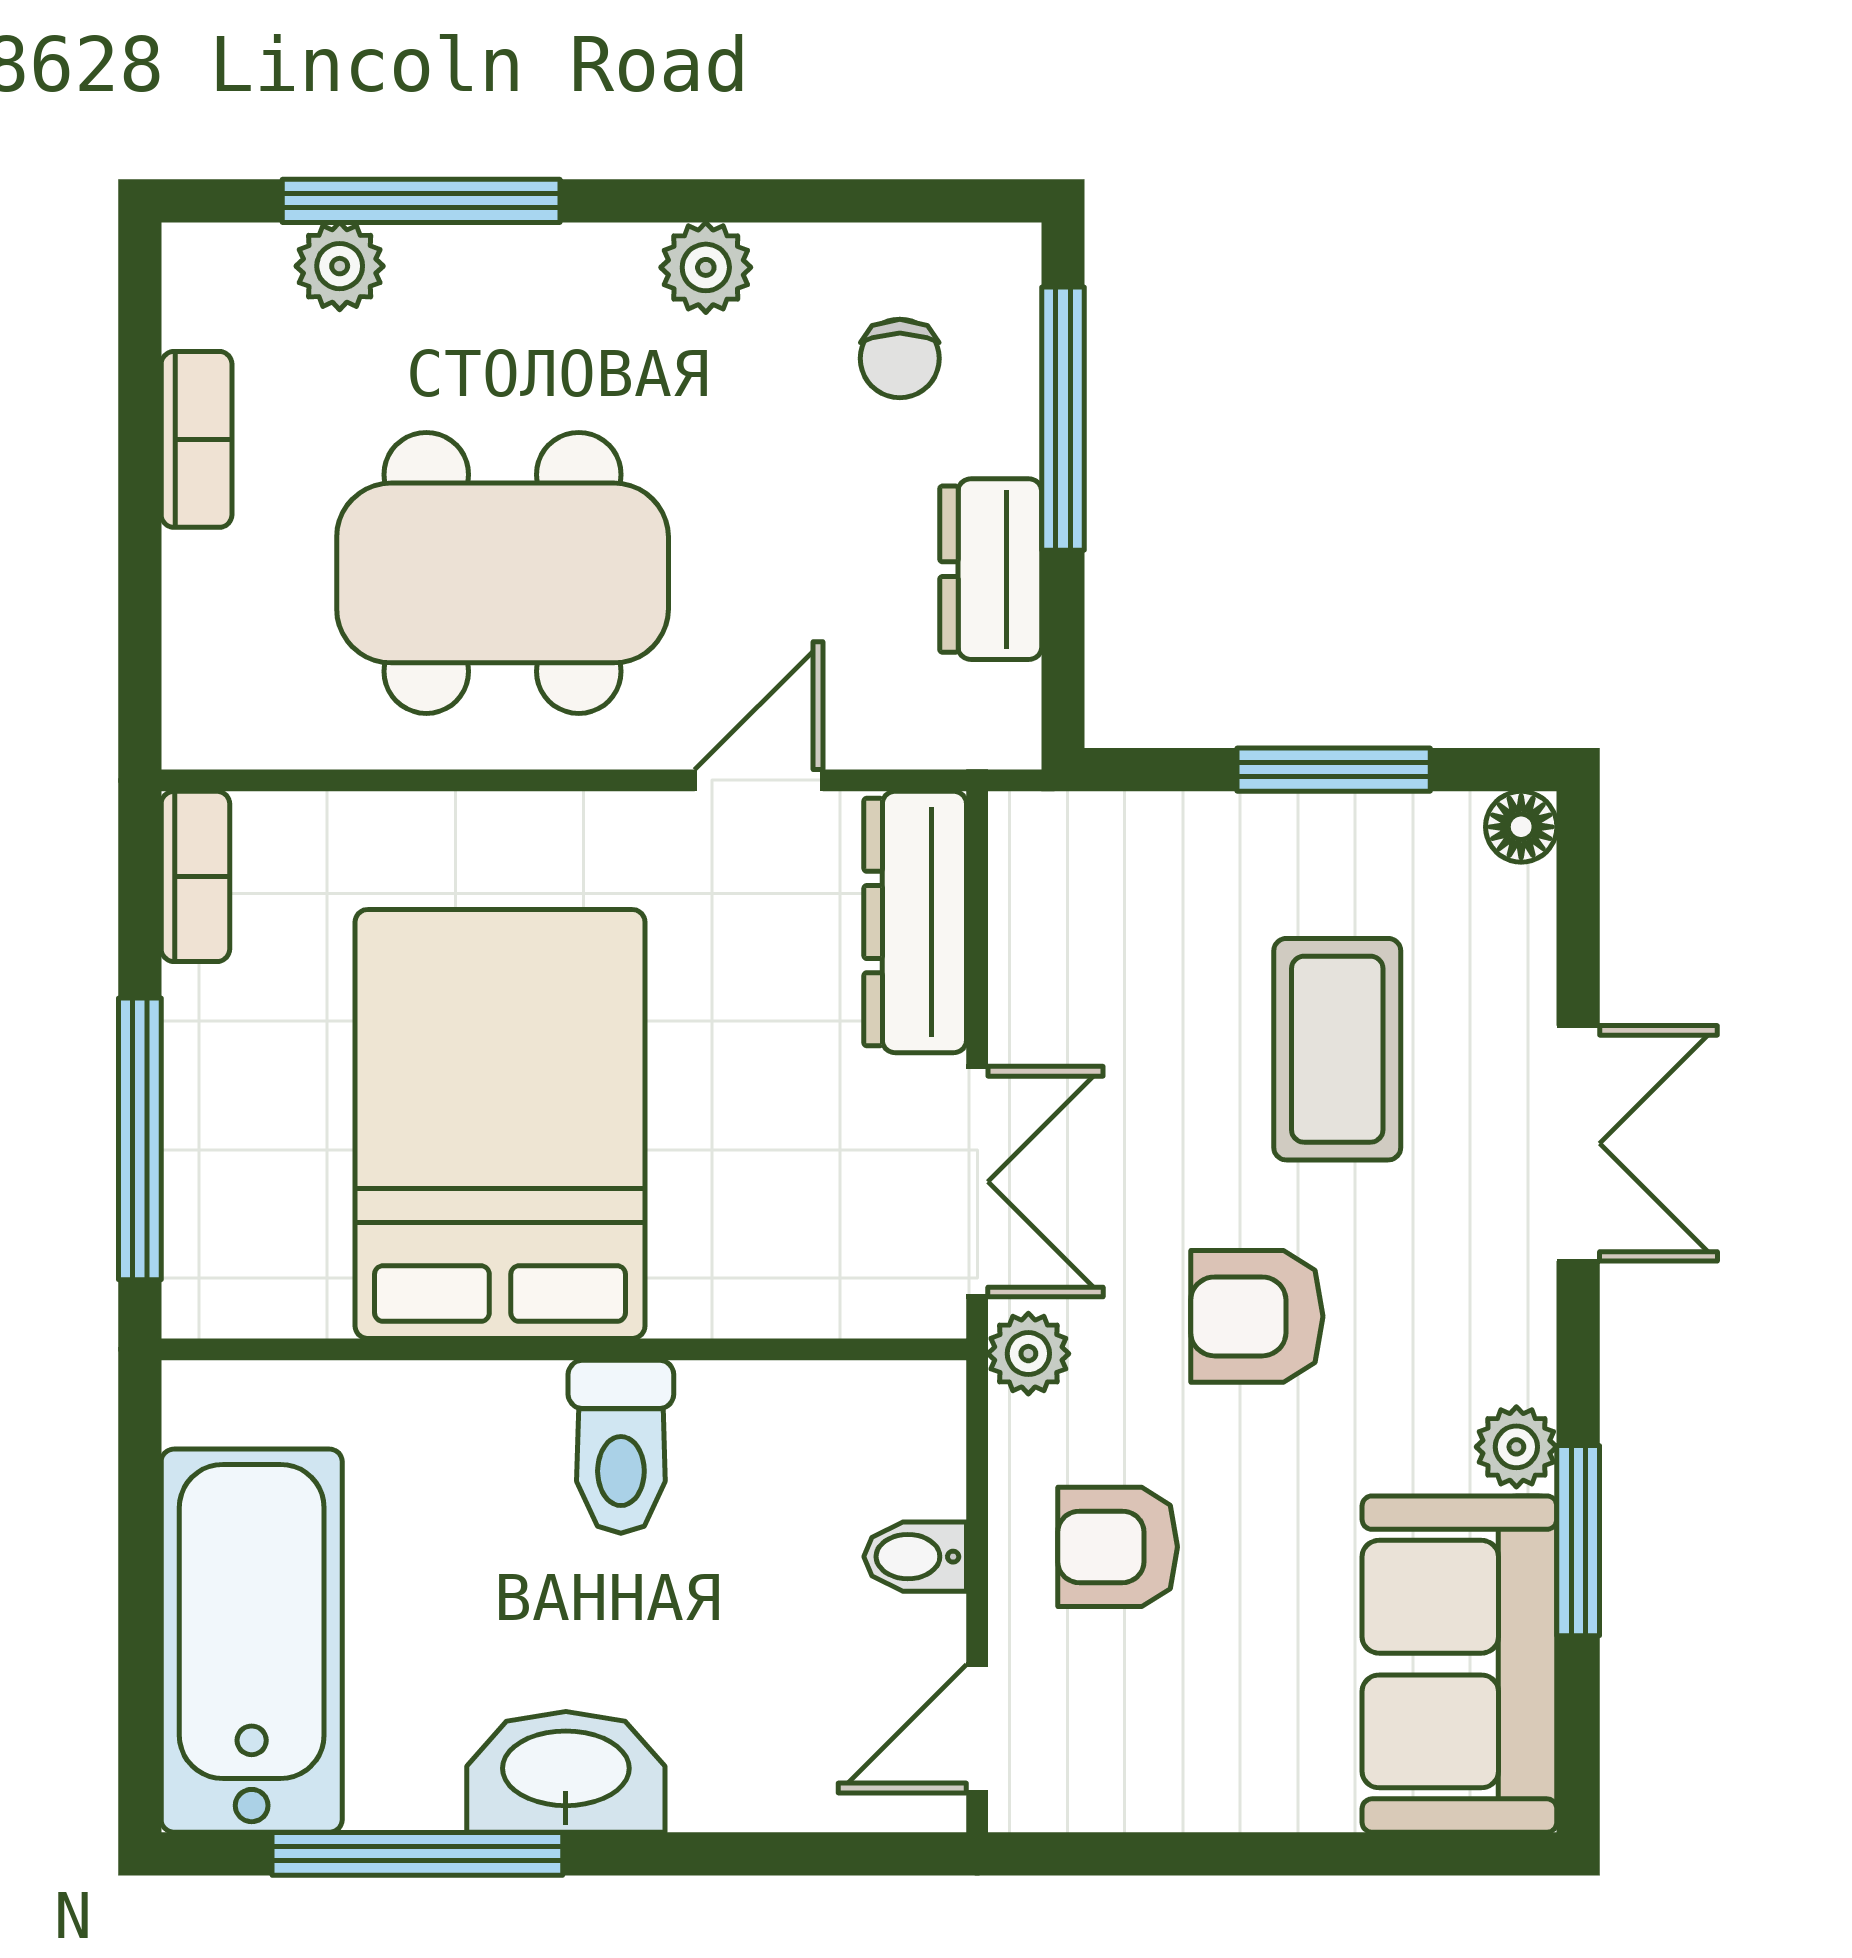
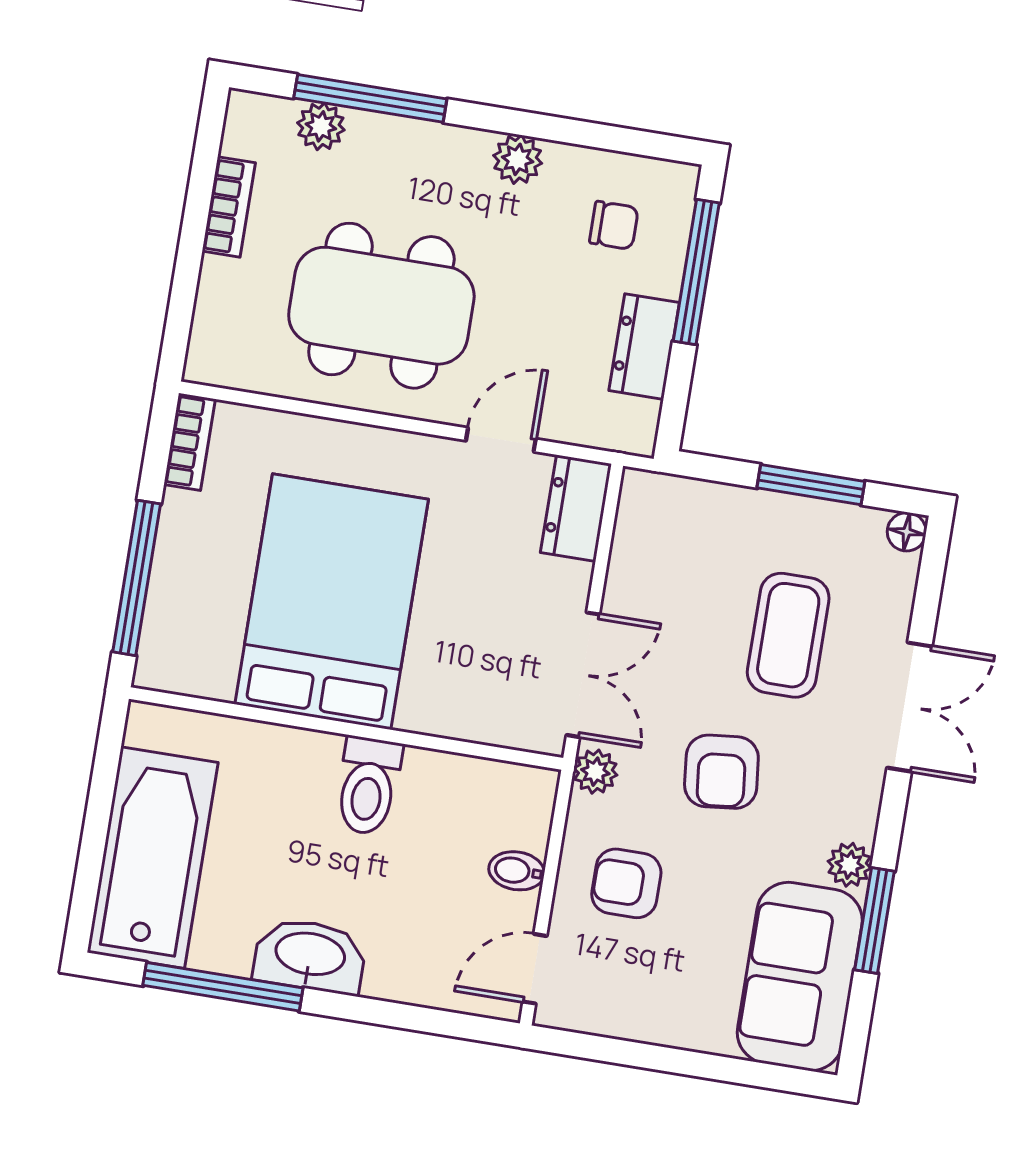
chair: (900, 358) -> (614, 225), turned -90
dresser: (915, 922) -> (576, 508), width x0.70
armchair: (1257, 1316) -> (721, 772), turned -96

